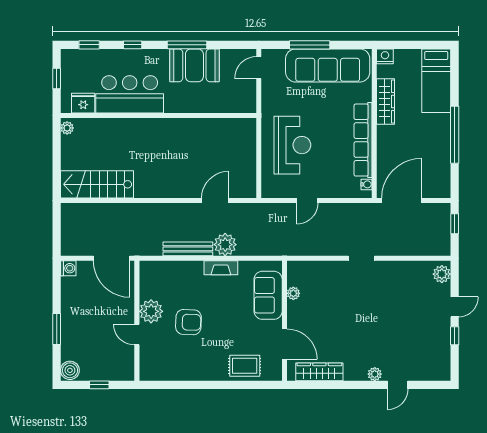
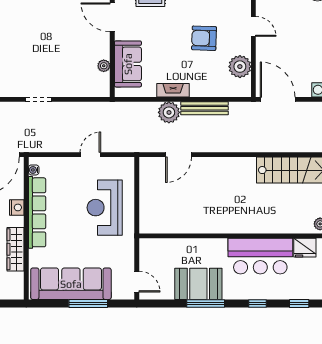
nightstand: (385, 56) -> (17, 207), moved, turned -90
door: (259, 68) -> (137, 282), hinge flipped
plant: (151, 311) -> (240, 67), moved

